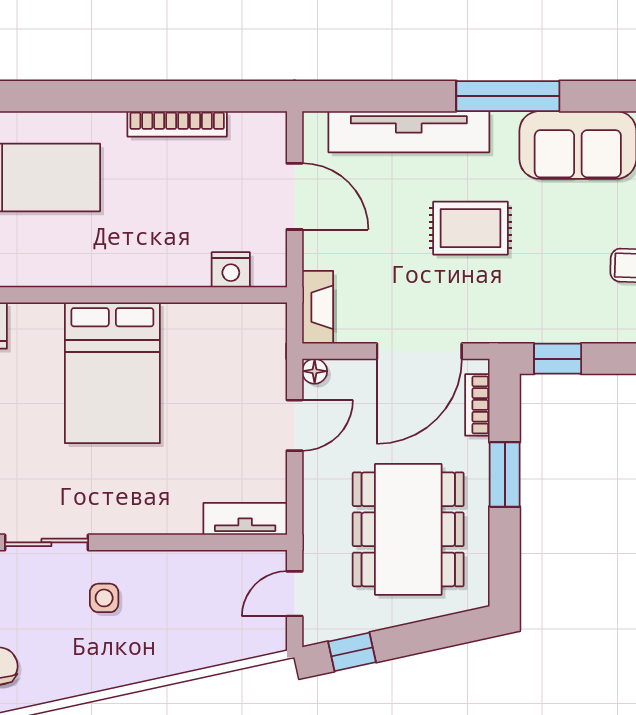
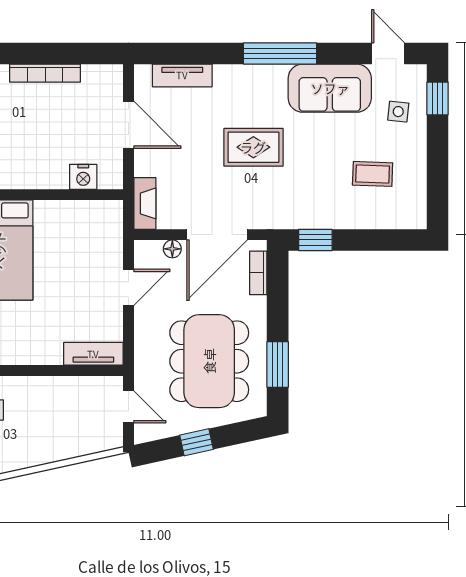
tv unit: (409, 132) -> (182, 75), width x0.52, depth x0.78
floor lamp: (315, 371) -> (172, 249), moved
window: (505, 474) -> (278, 365), moved
door: (295, 594) -> (128, 407), swing flipped
window: (352, 652) -> (197, 442), moved

